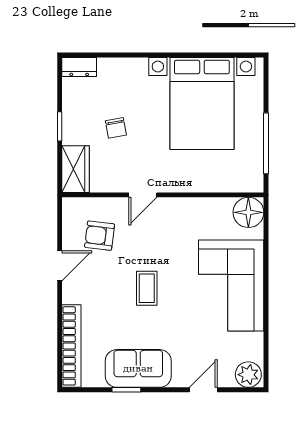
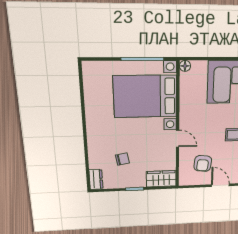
bed with nightstands: (202, 103) -> (145, 96), moved, turned 180
chair: (116, 128) -> (122, 159), moved
floor lamp: (248, 212) -> (185, 66), width x0.53, depth x0.53

